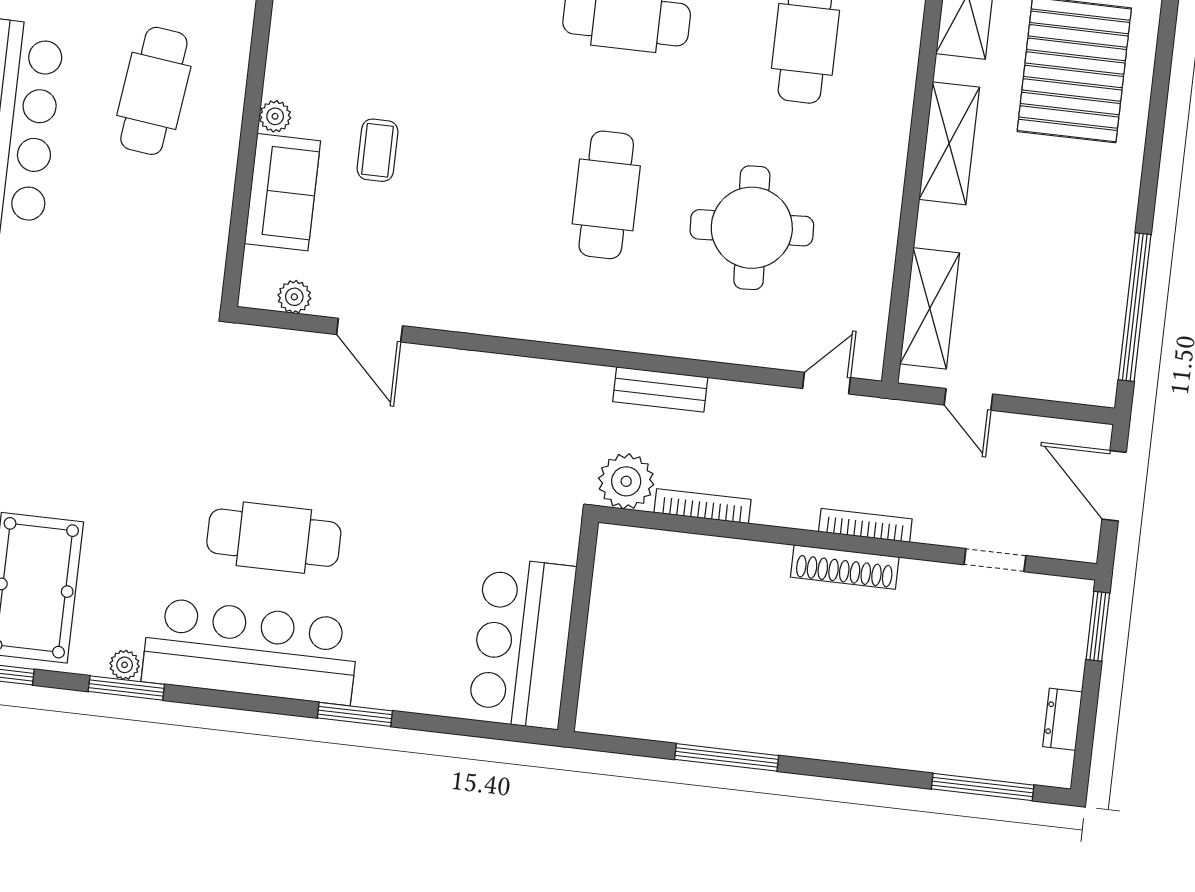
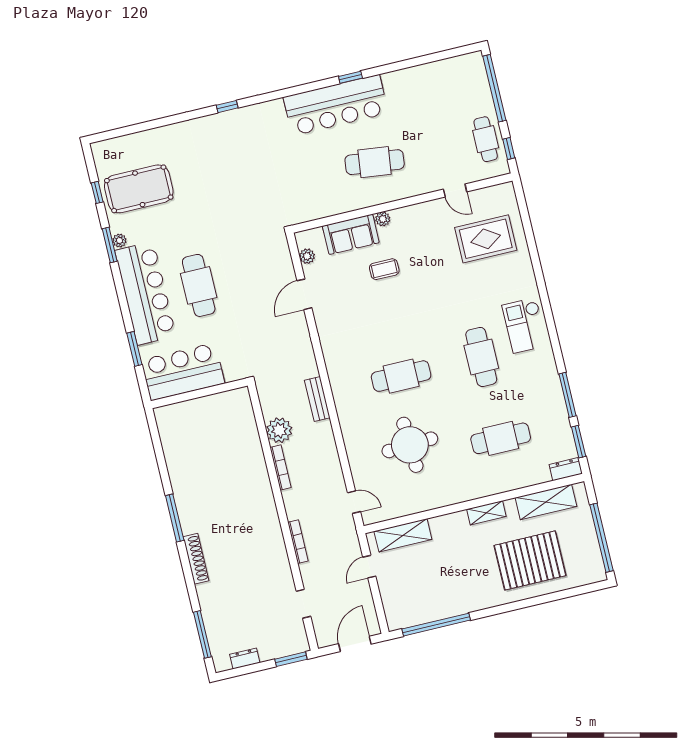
shelving: (949, 143) -> (486, 513), width x0.67, depth x0.75
bench: (660, 389) -> (317, 399), moved
shoe rack: (845, 567) -> (196, 559), moved, turned 180
wall: (578, 626) -> (199, 393), moved
bar counter: (522, 643) -> (183, 372), moved

